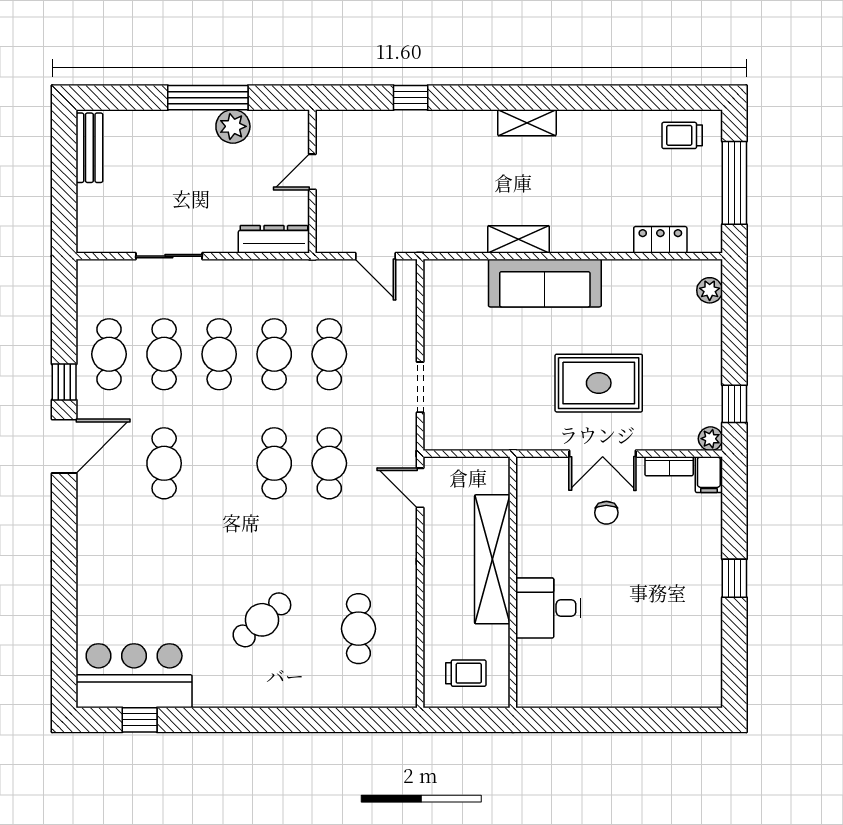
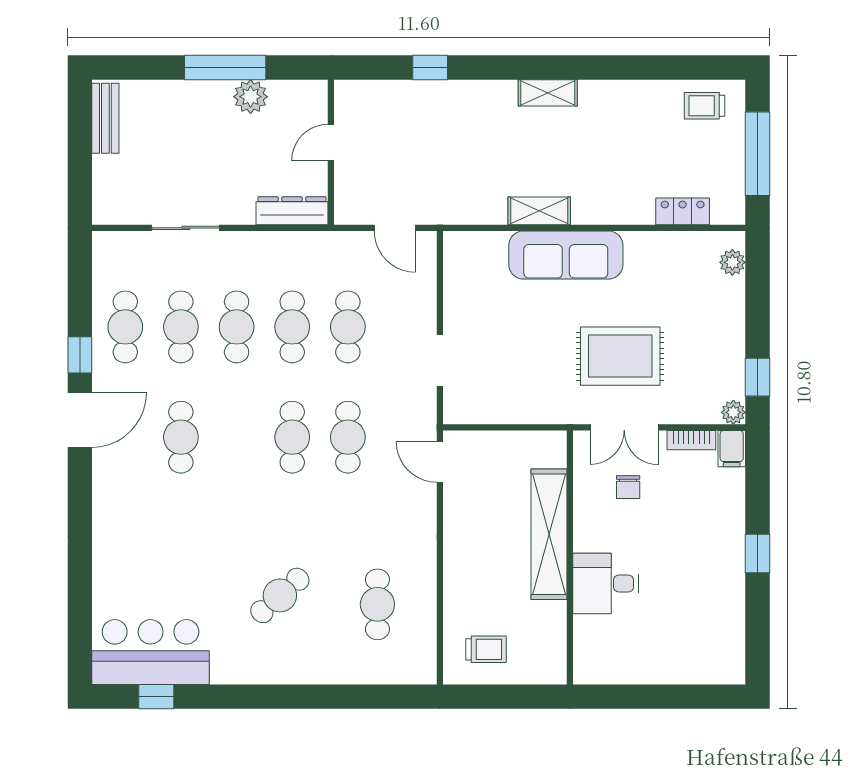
shelving: (492, 559) -> (549, 534), moved
wall: (513, 582) -> (570, 557), moved
desk: (548, 608) -> (606, 584), moved

